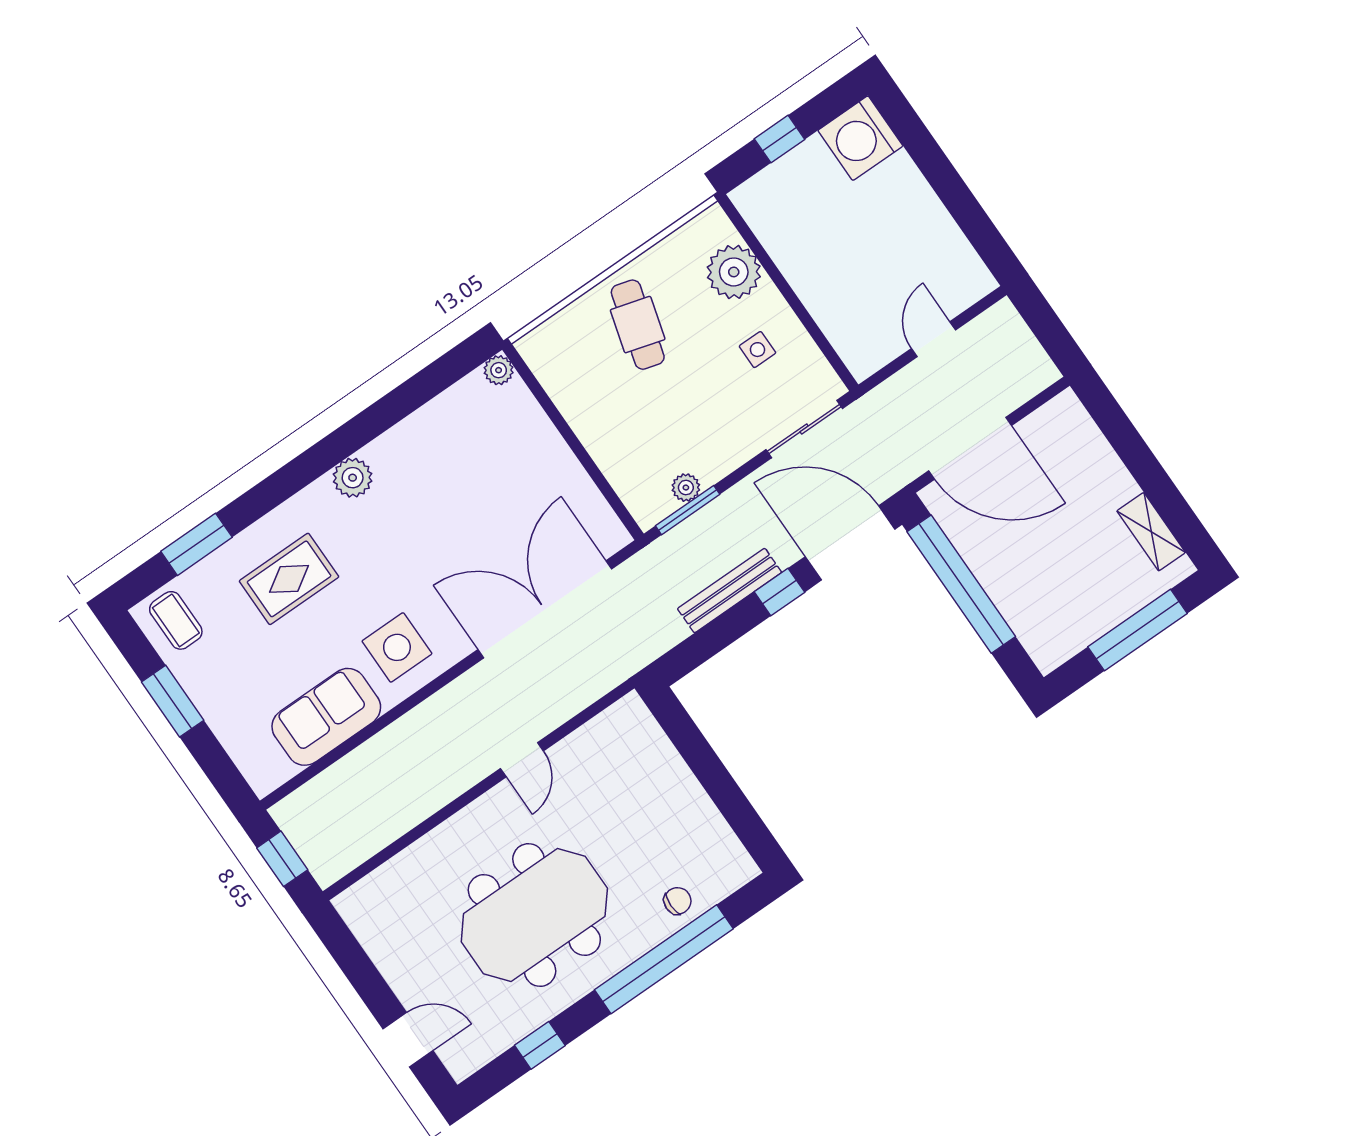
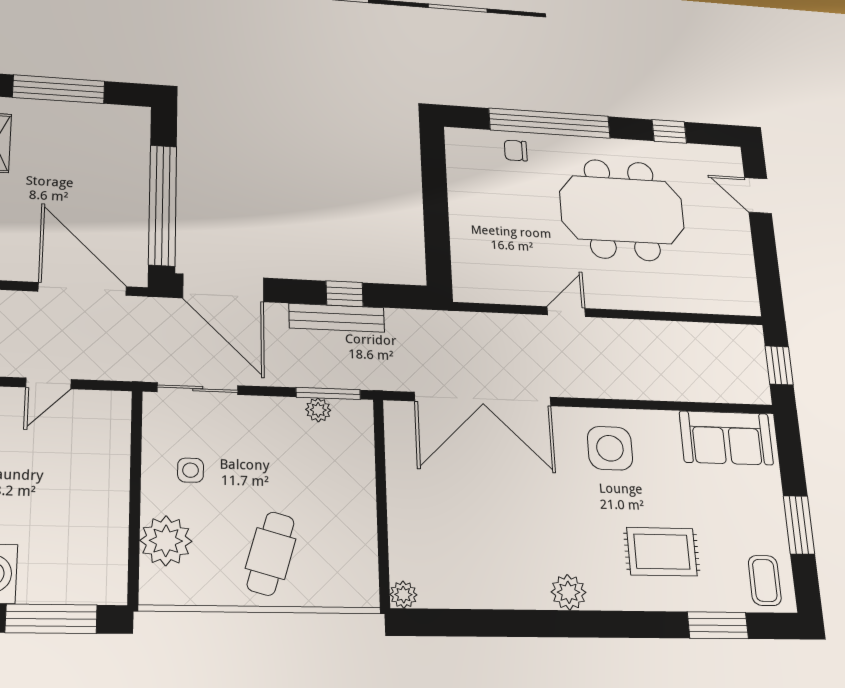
window: (779, 139) -> (51, 619), width x2.17
window: (779, 592) -> (345, 294), moved
sofa: (326, 717) -> (726, 438), moved

